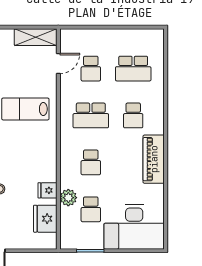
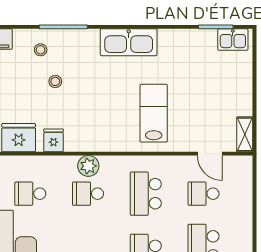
shelving: (36, 37) -> (245, 134), width x0.67, depth x0.75
plant: (68, 198) -> (88, 166), moved

